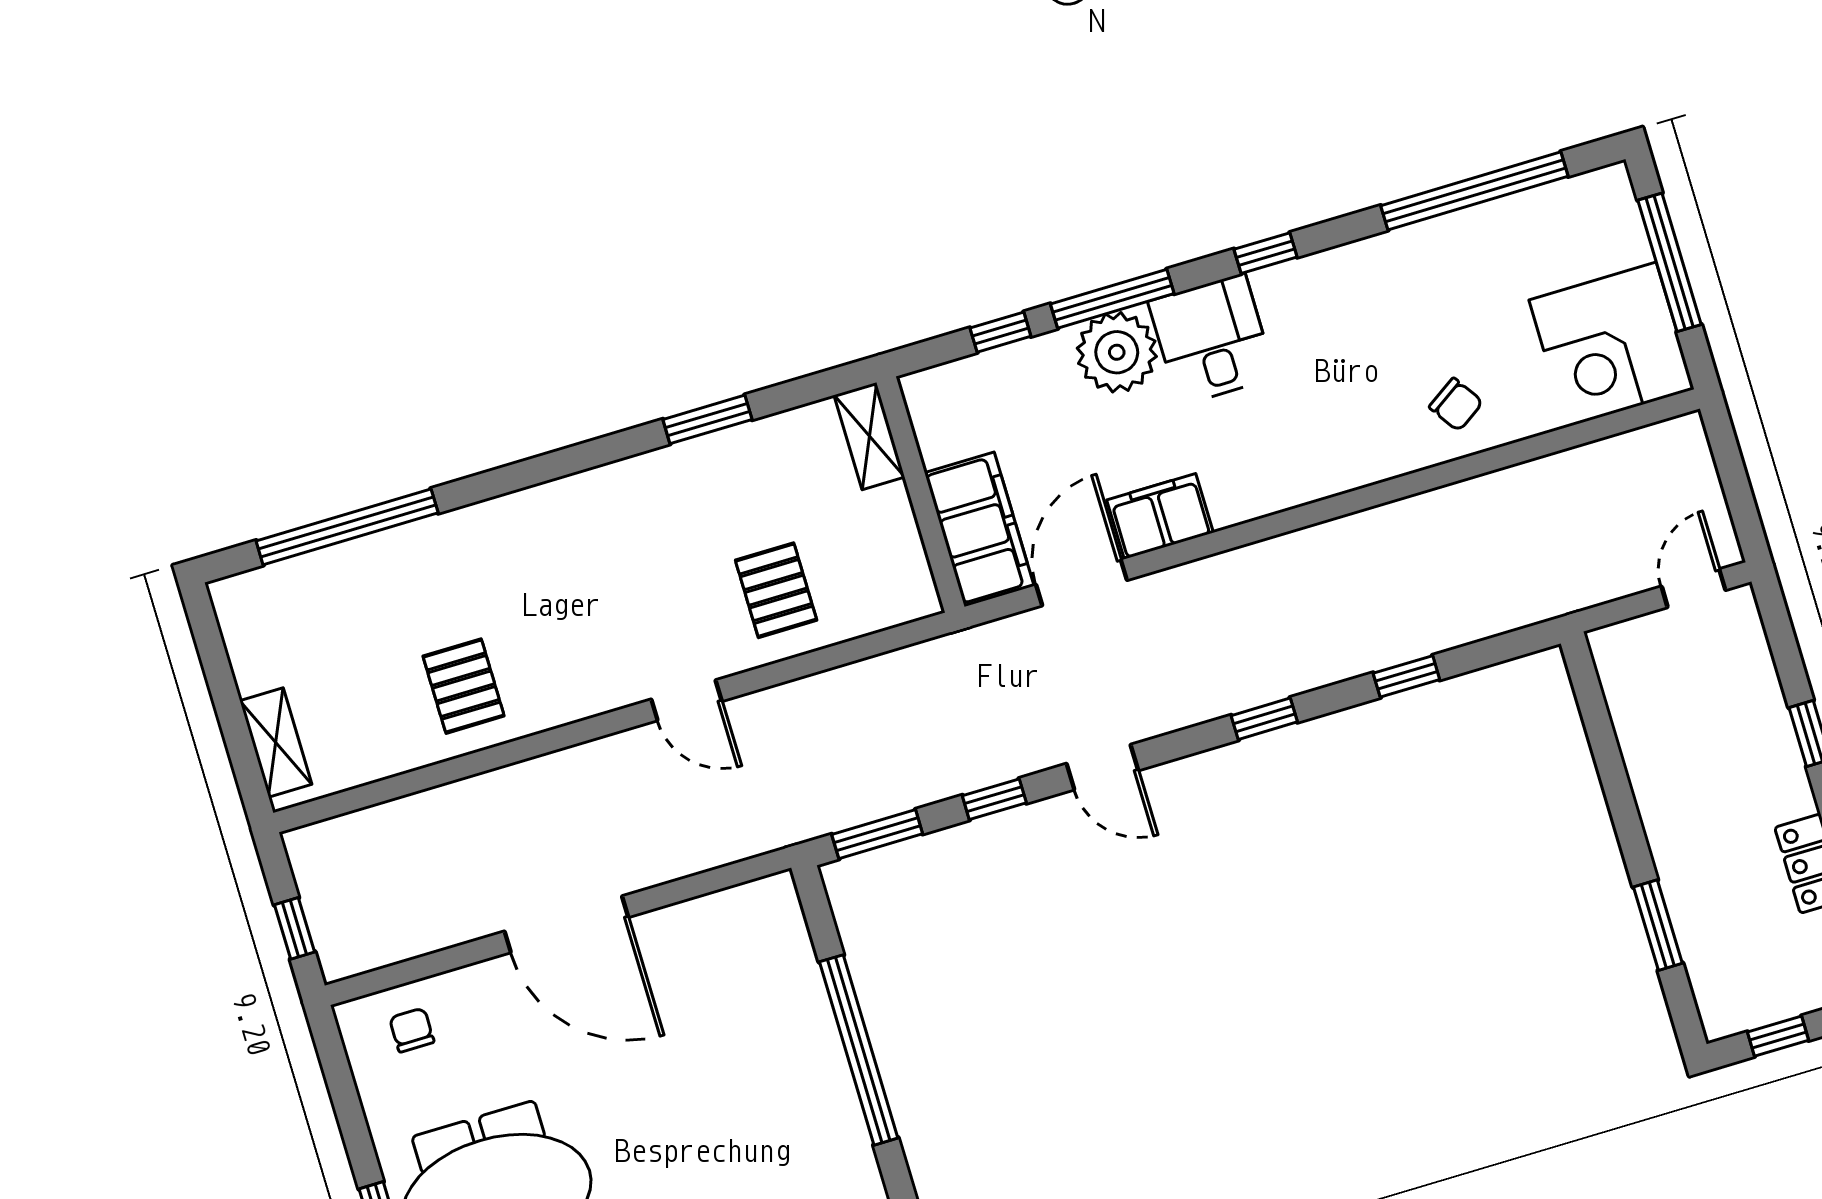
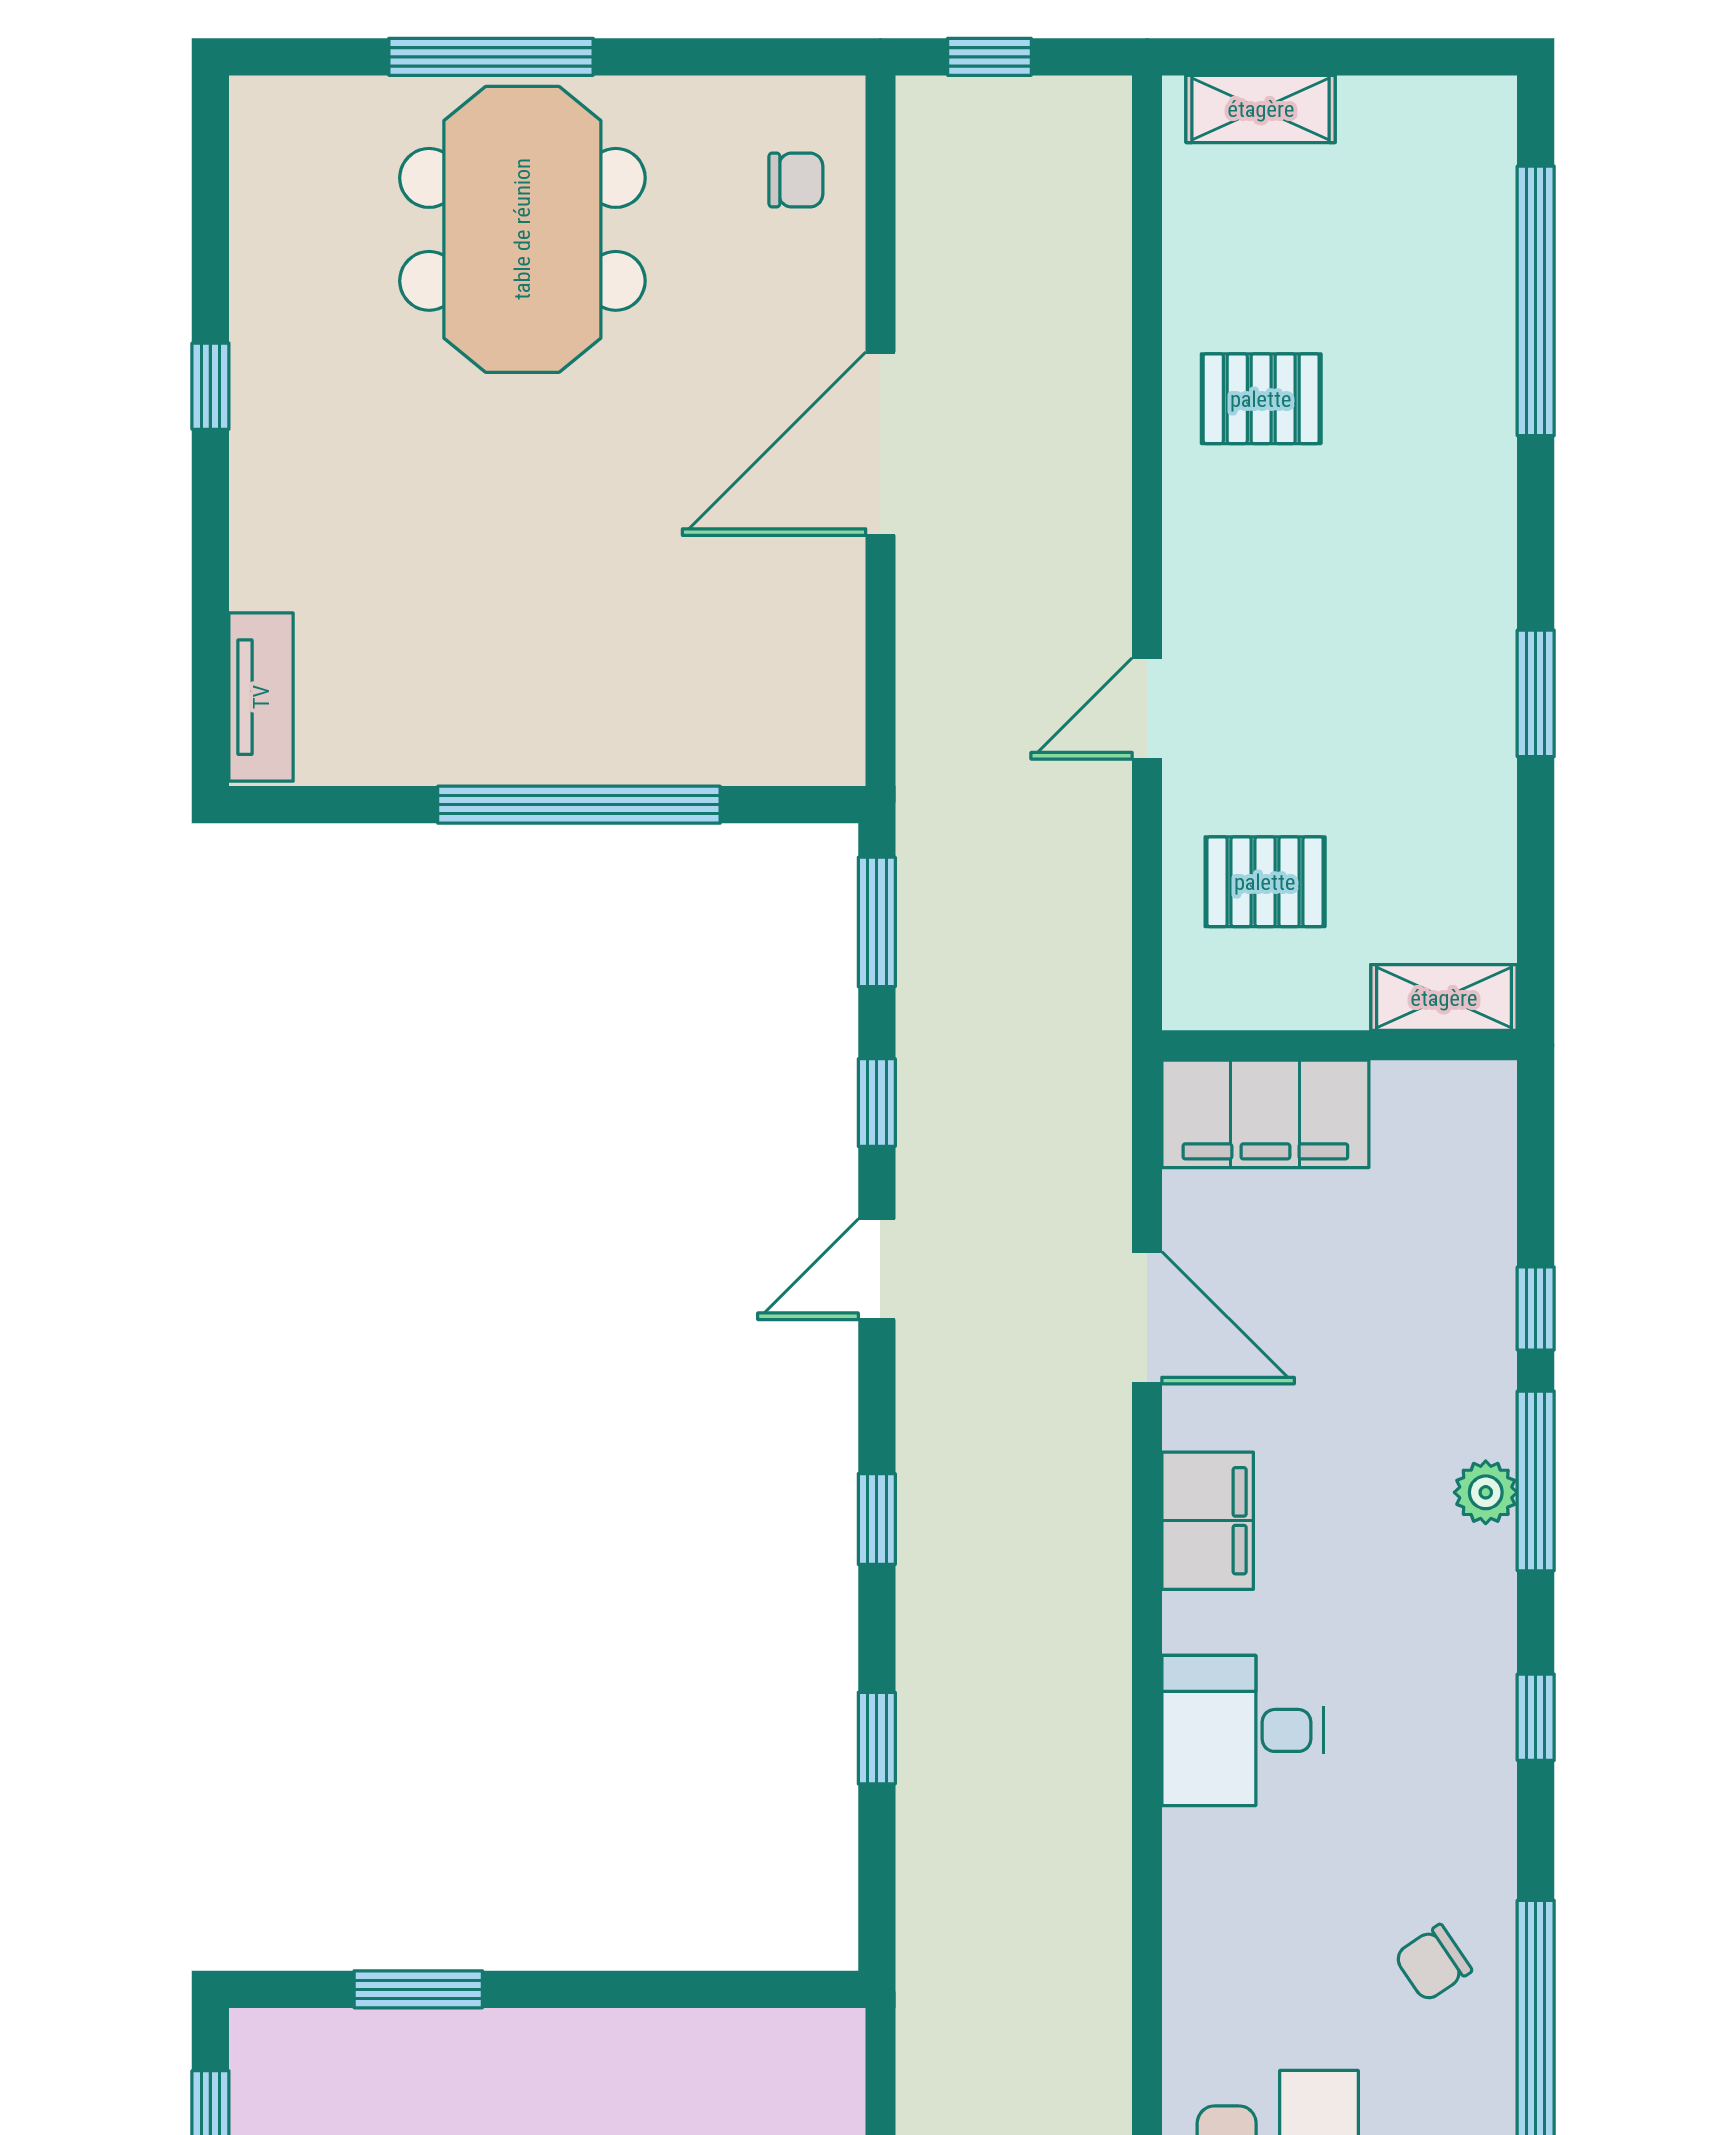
desk: (1212, 339) -> (1243, 1730), moved, turned 180
plant: (1117, 352) -> (1486, 1492), width x0.53, depth x0.53
chair: (1456, 405) -> (1433, 1963), moved
window: (707, 419) -> (1536, 693), moved
shelving: (869, 436) -> (1444, 998), moved
wall: (921, 495) -> (1340, 1045), moved
filing cabinet: (1160, 516) -> (1208, 1521), moved
filing cabinet: (979, 529) -> (1265, 1114), moved

